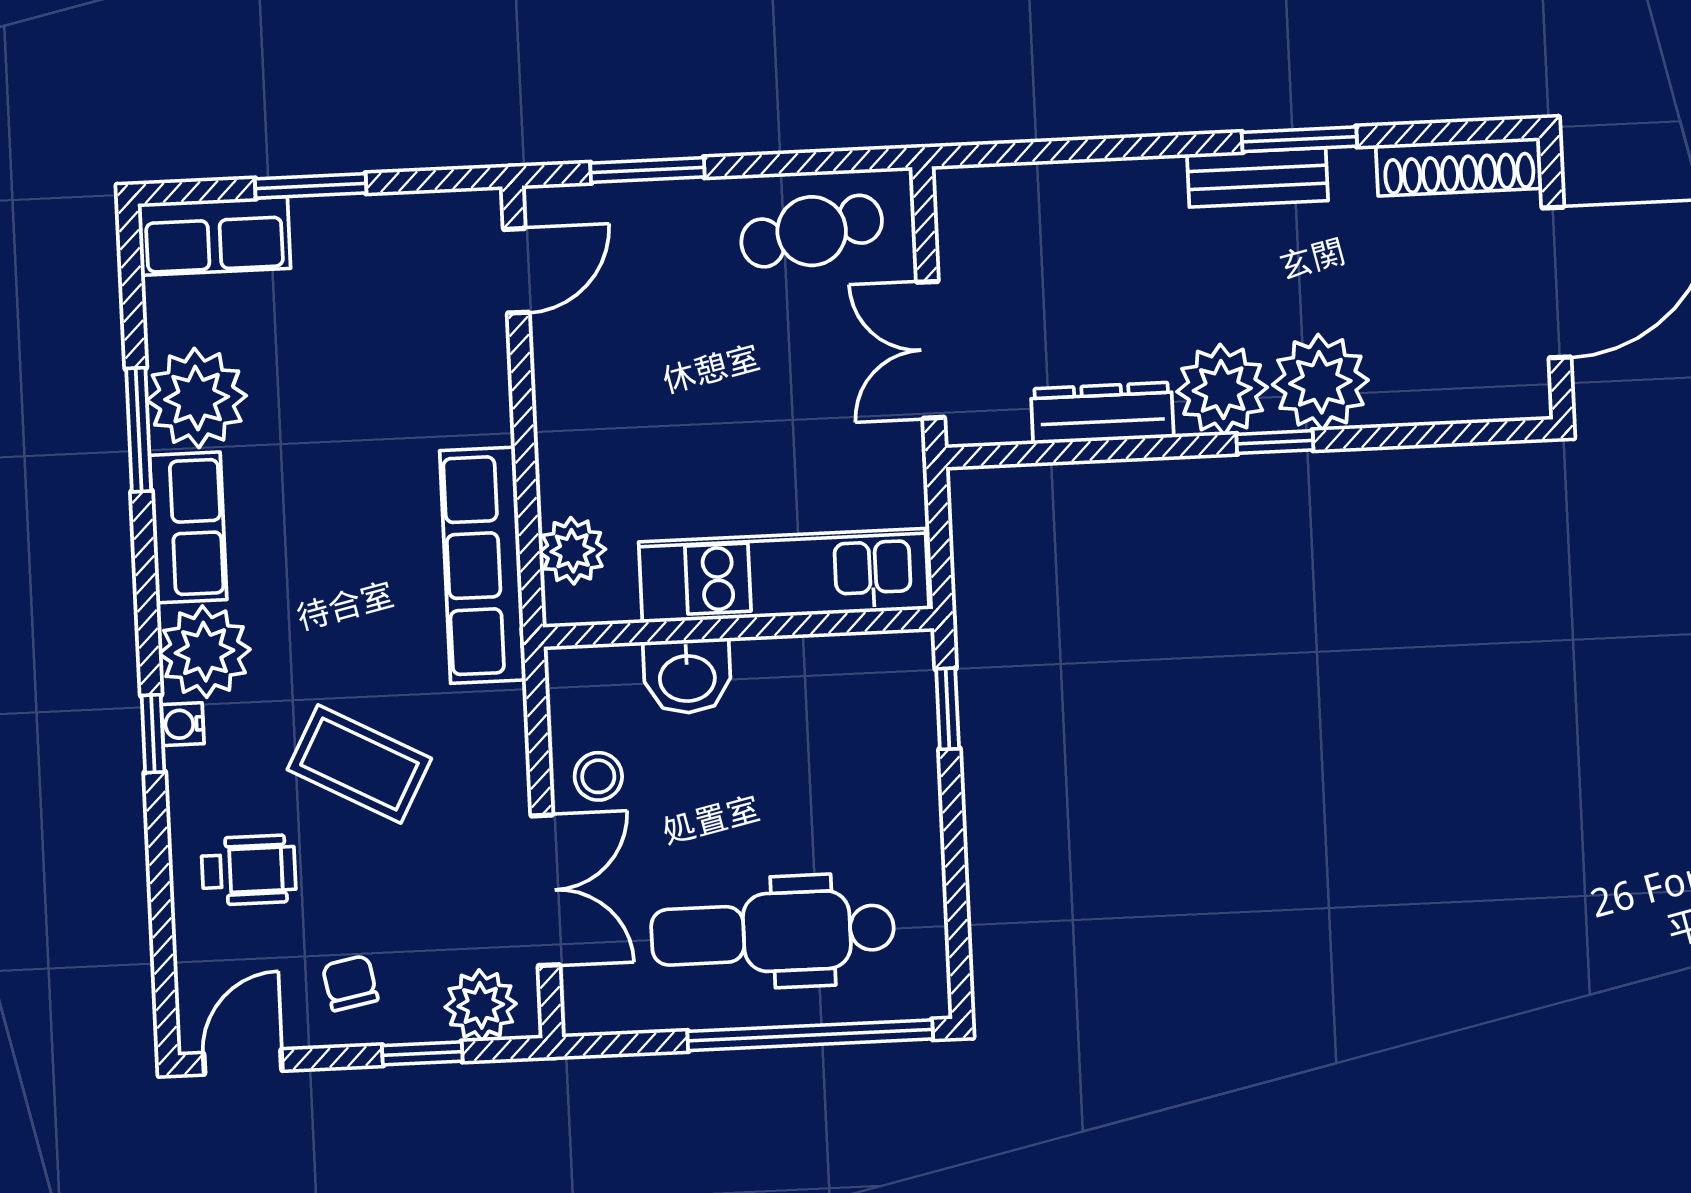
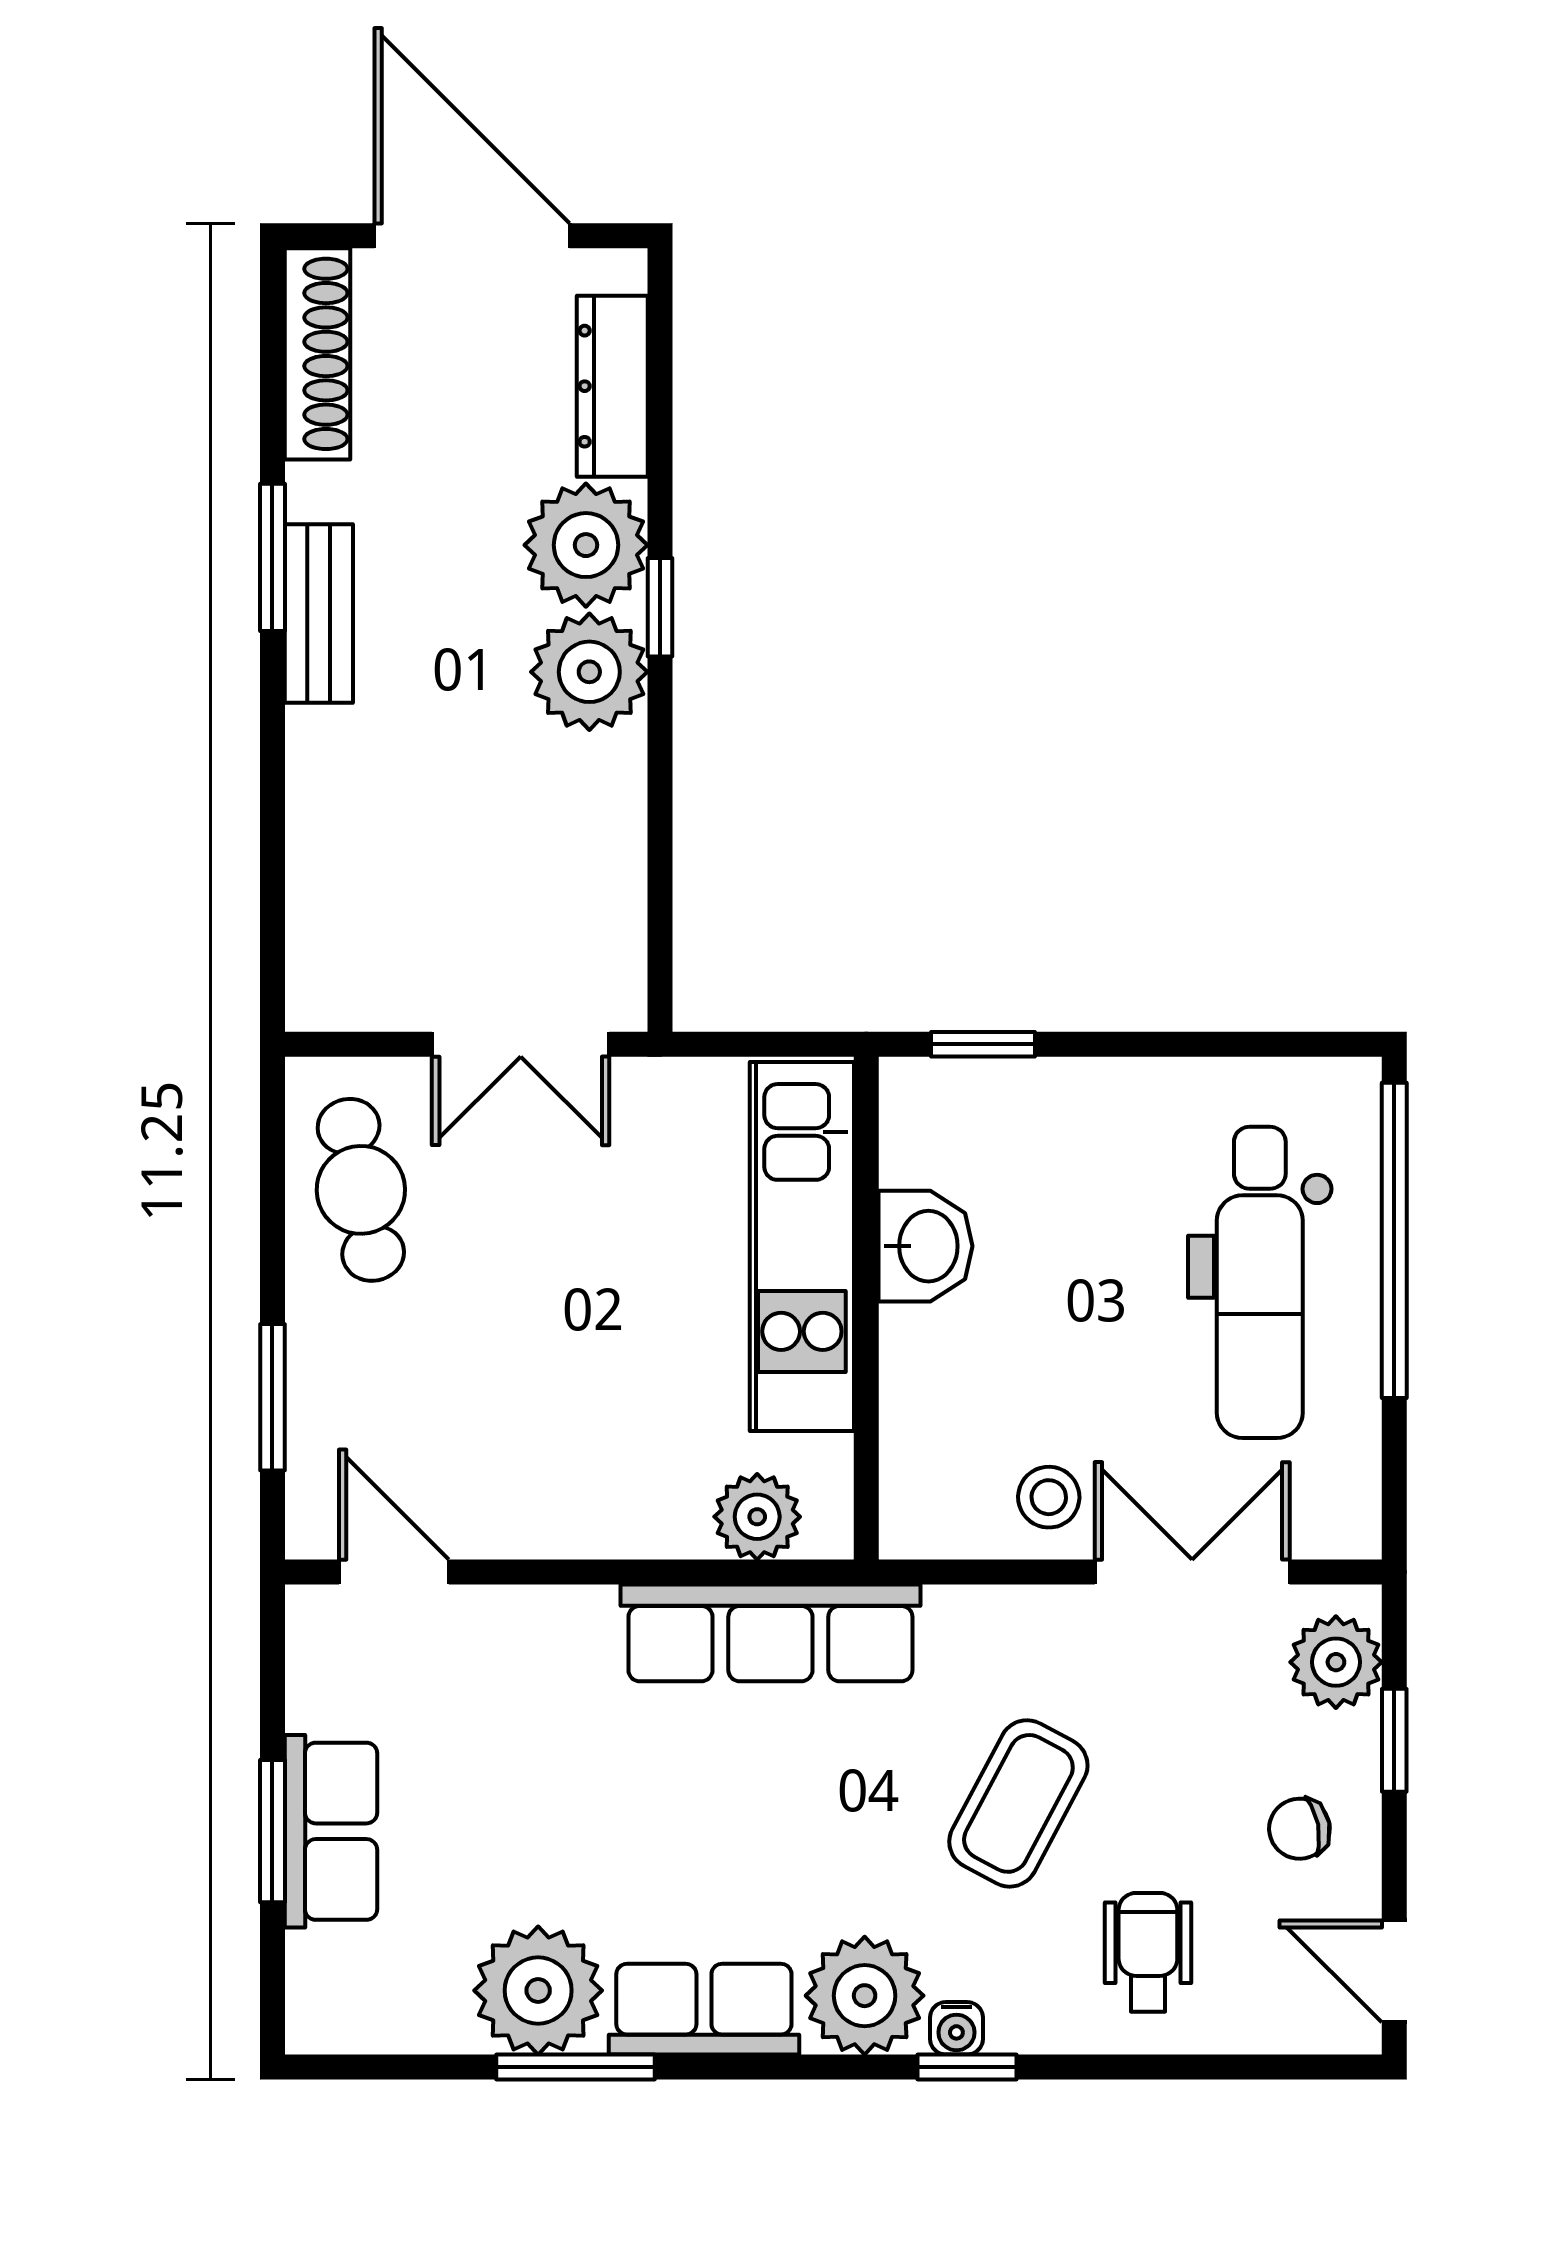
row of seats: (214, 236) -> (331, 1831), moved
dresser: (1102, 413) -> (612, 386), moved
washbasin: (687, 676) -> (926, 1246), moved

